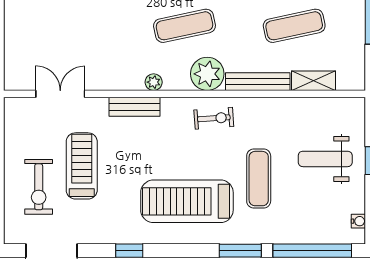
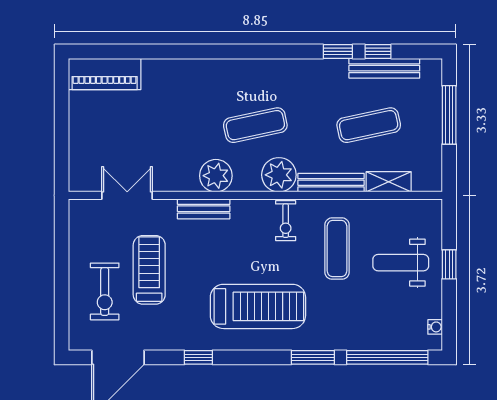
plant: (154, 82) -> (216, 176), width x1.88, depth x1.88
exercise bike: (214, 118) -> (286, 221), turned 94
exercise mat: (259, 179) -> (337, 249), moved
treadmill: (187, 201) -> (258, 306), turned 180

